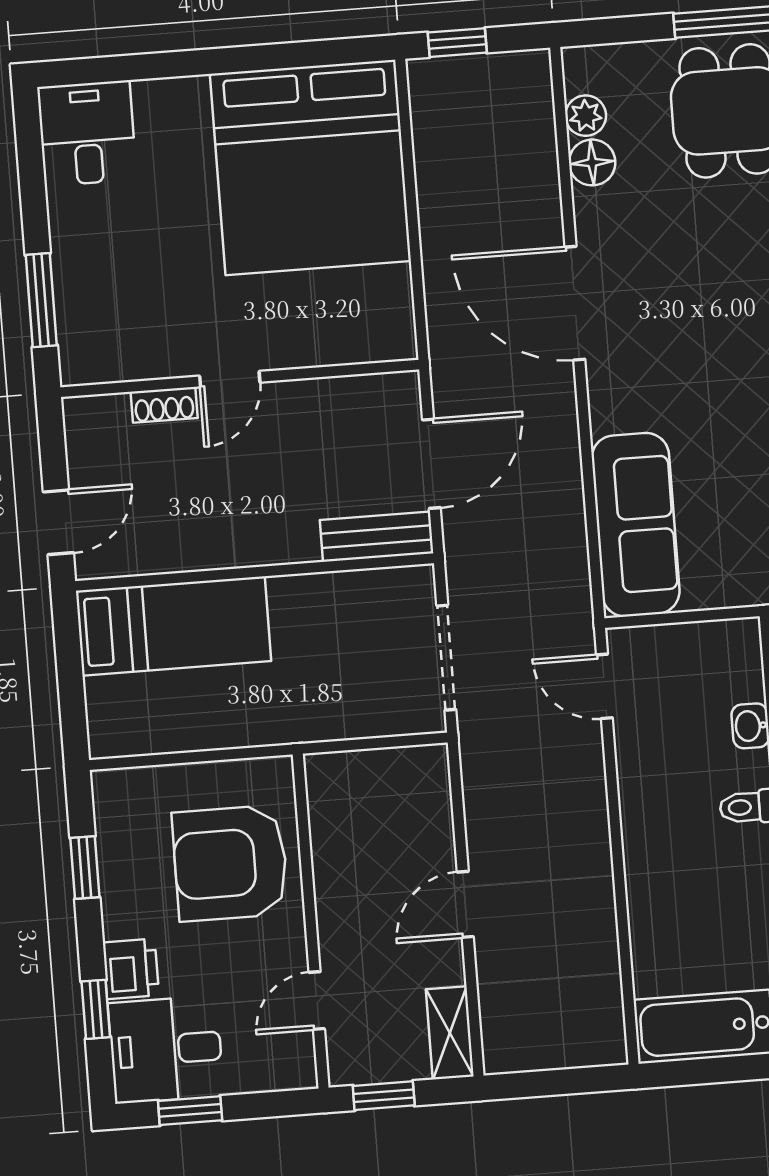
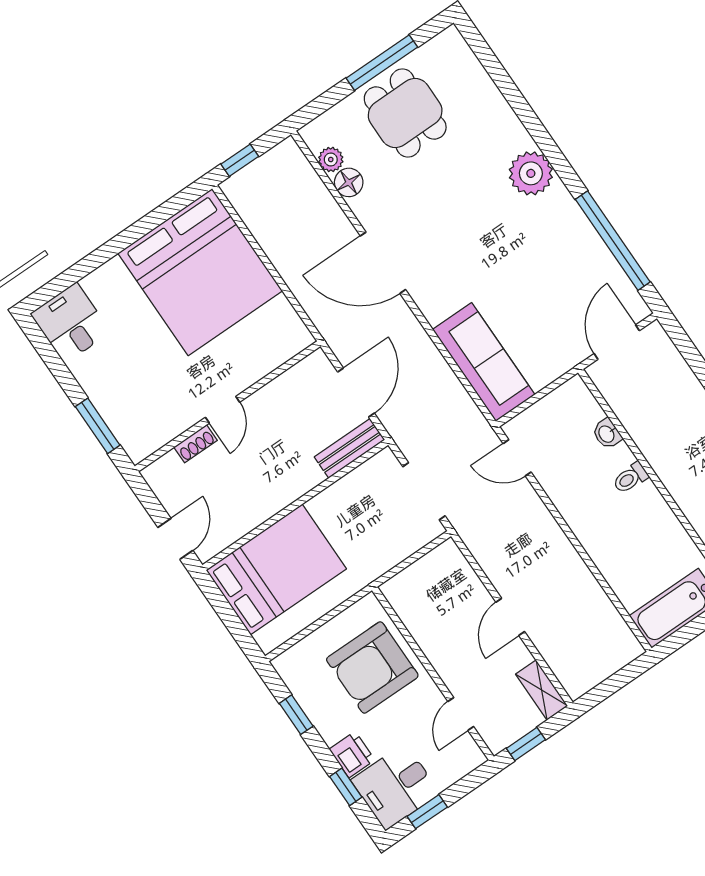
bed: (173, 626) -> (276, 569), width x1.50

